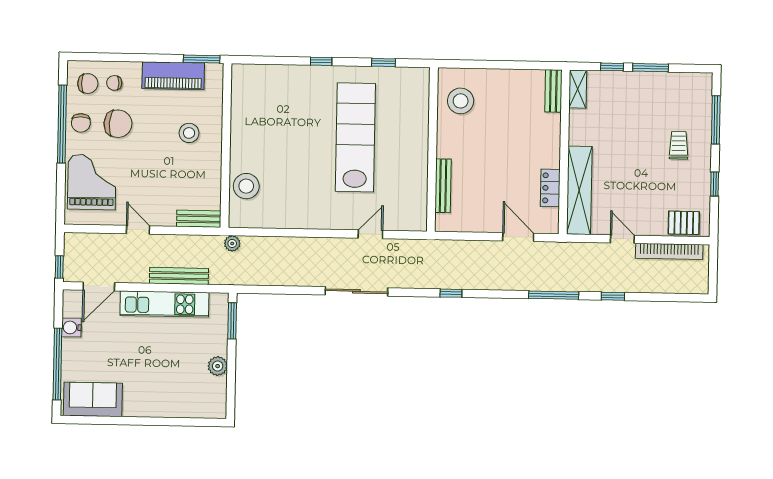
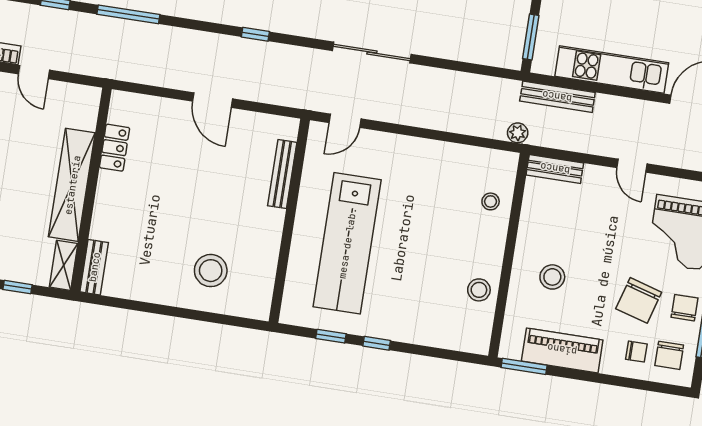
window: (383, 62) -> (331, 336), moved
chair: (88, 84) -> (669, 355), turned -90
stool: (246, 115) -> (479, 290), added
chair: (118, 124) -> (639, 300), turned -78
wall: (432, 149) -> (289, 221), moved
stool: (246, 186) -> (491, 201), width x0.53, depth x0.53
bench: (443, 186) -> (282, 174), moved
shelving: (579, 190) -> (72, 185), moved
door: (518, 237) -> (213, 100), moved
bench: (179, 276) -> (557, 97), moved

